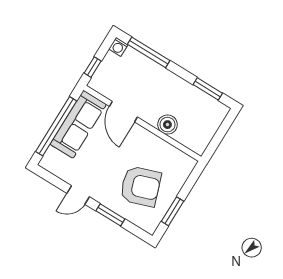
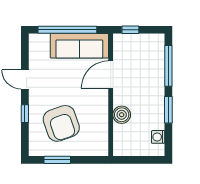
washing machine: (118, 47) -> (158, 137), moved
window: (208, 89) -> (168, 110), moved
window: (110, 215) -> (25, 114), width x0.67

